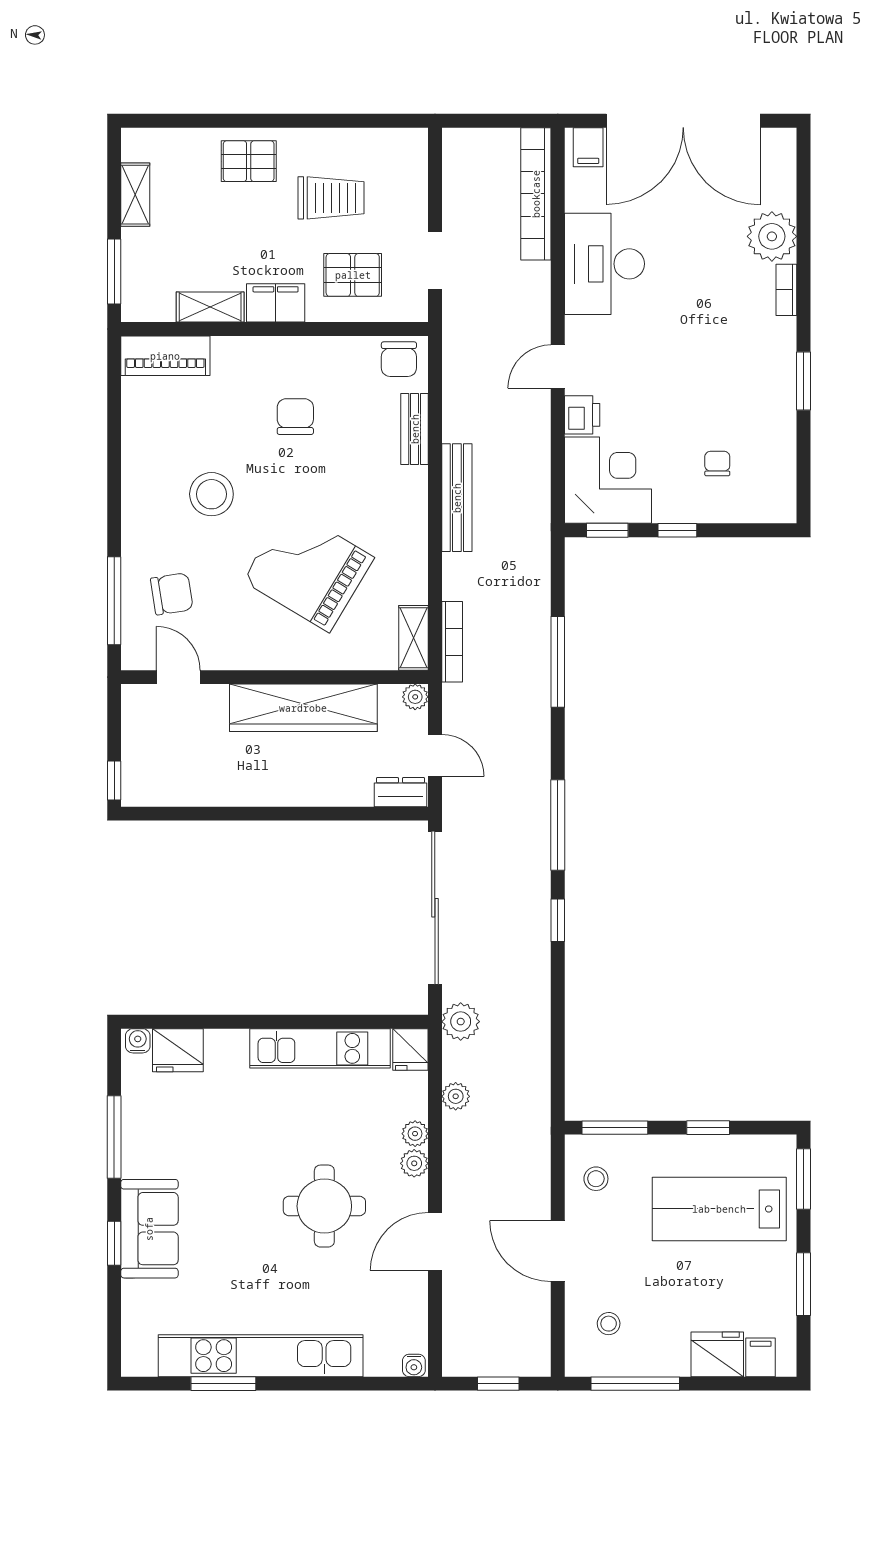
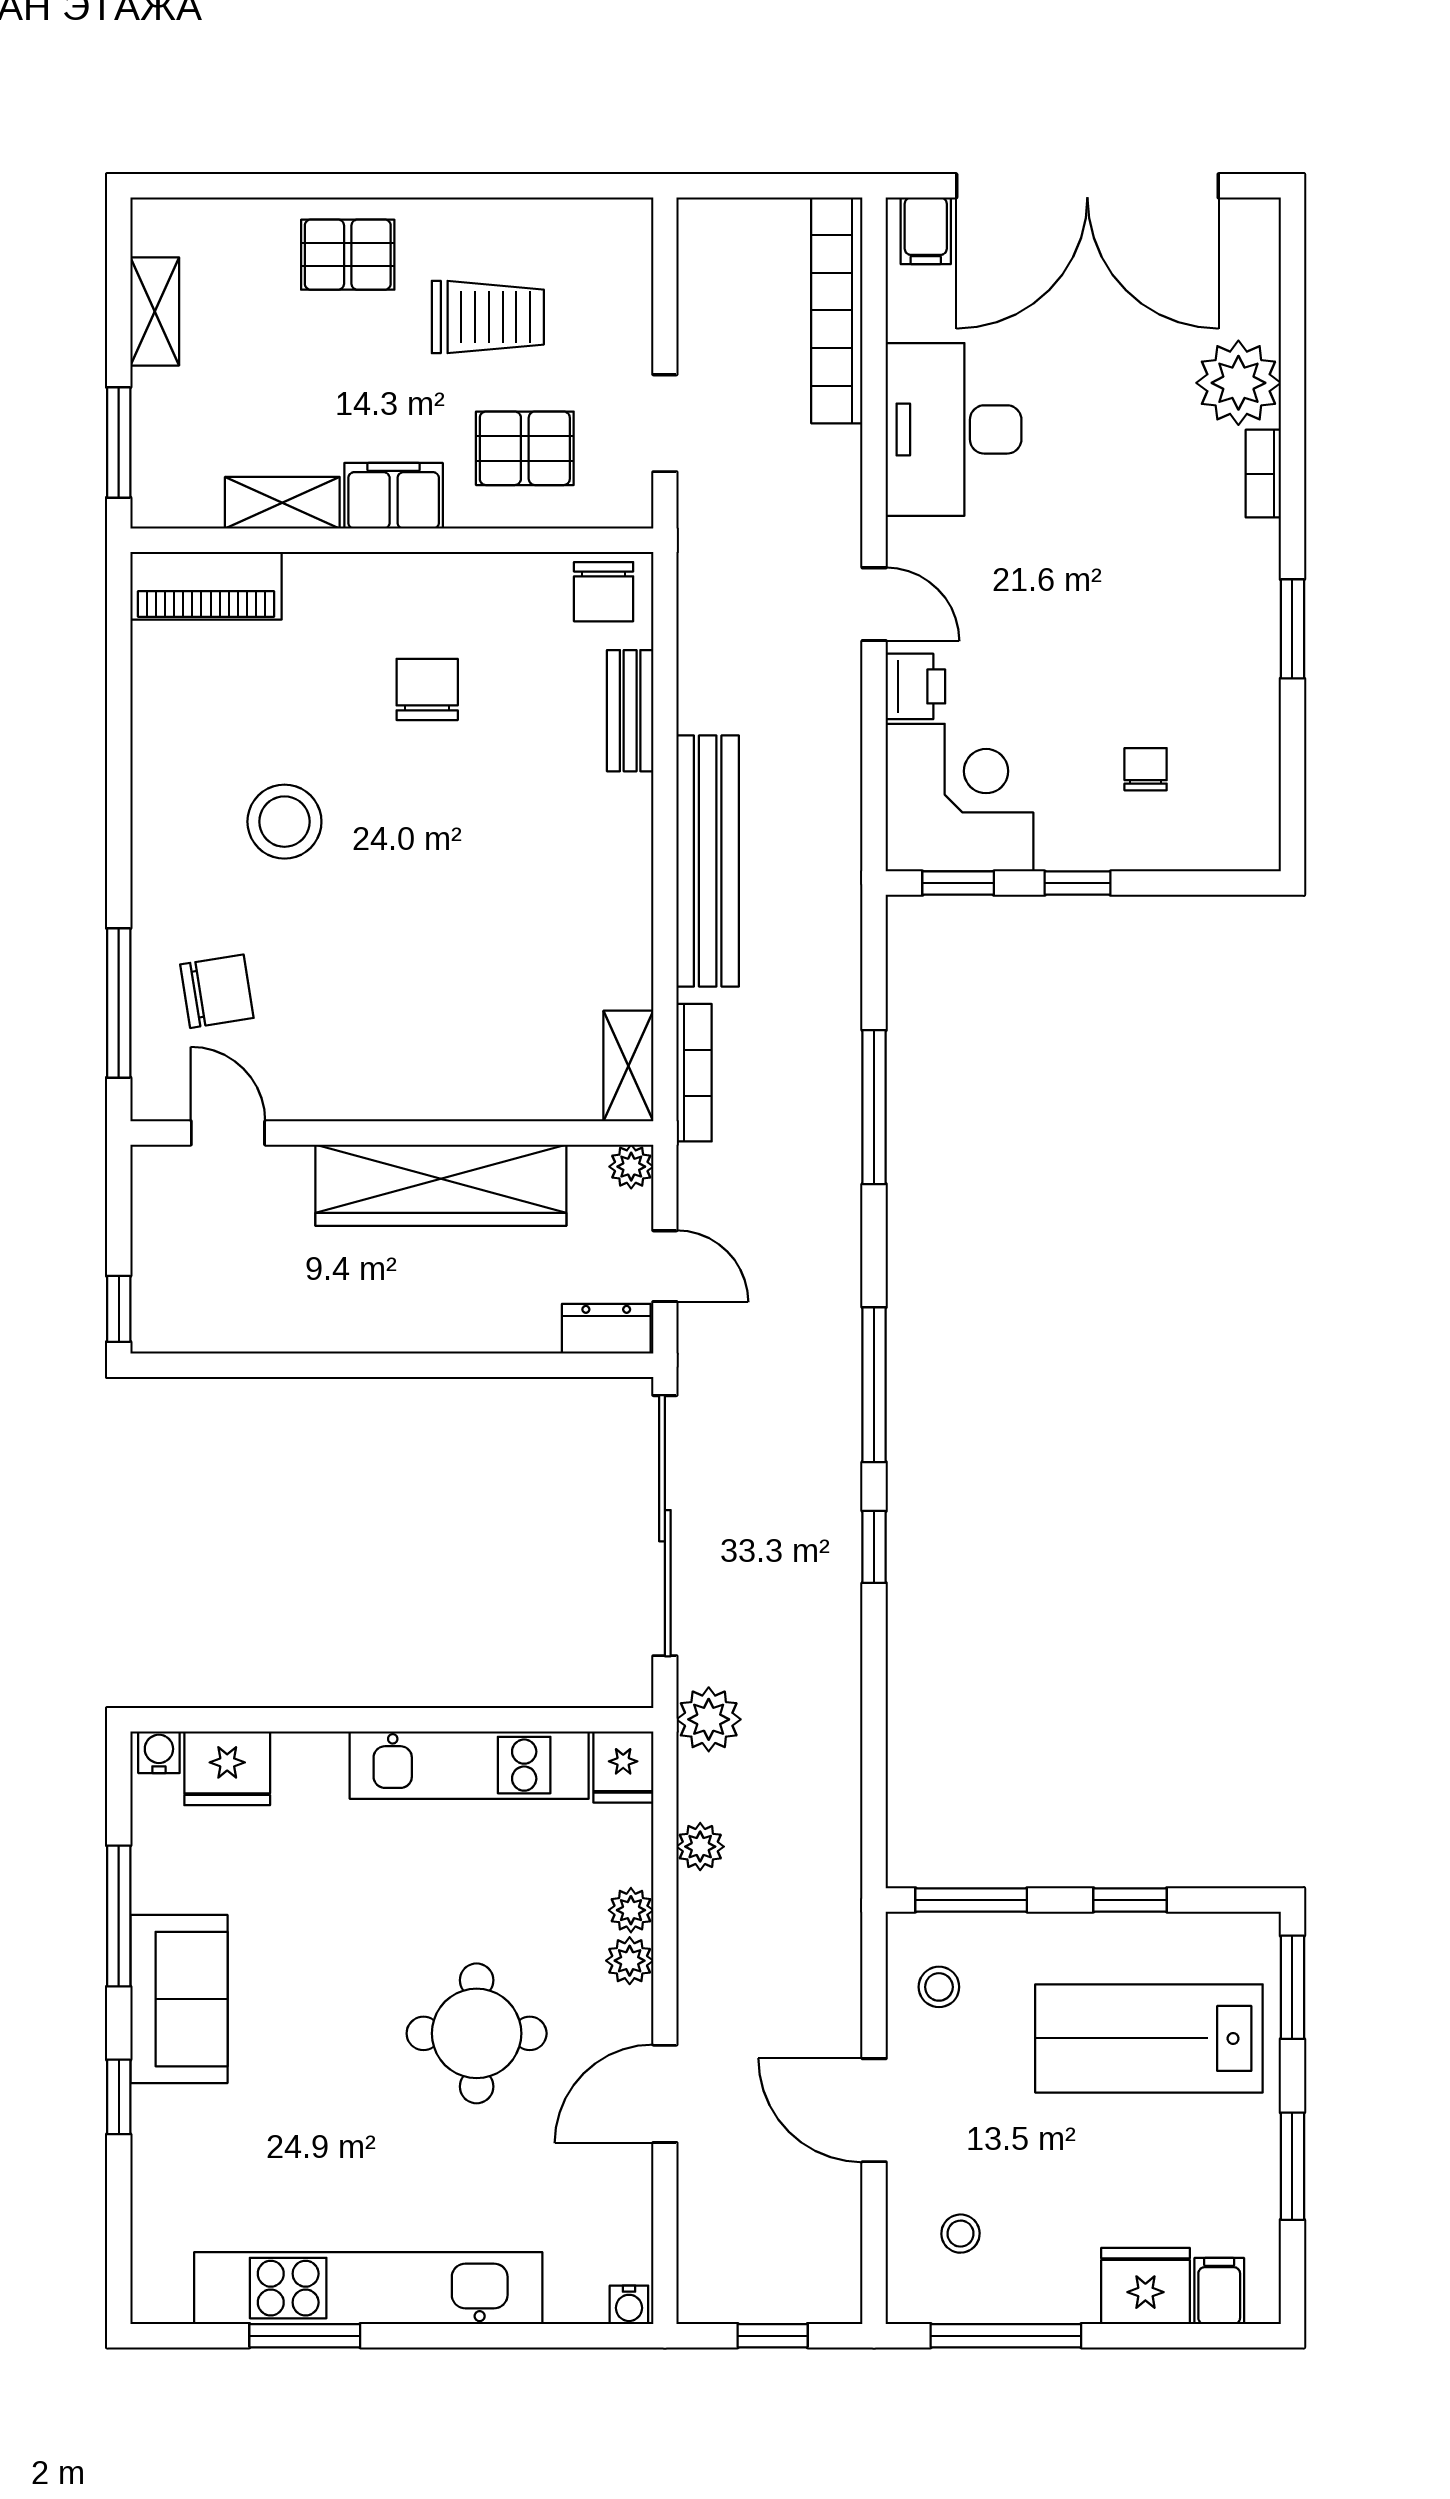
door: (558, 367) -> (874, 604), swing flipped
bench: (457, 498) -> (708, 861), width x1.37, depth x1.21
grand piano: (308, 569) -> (449, 949), removed
sofa: (149, 1229) -> (179, 1999), moved

